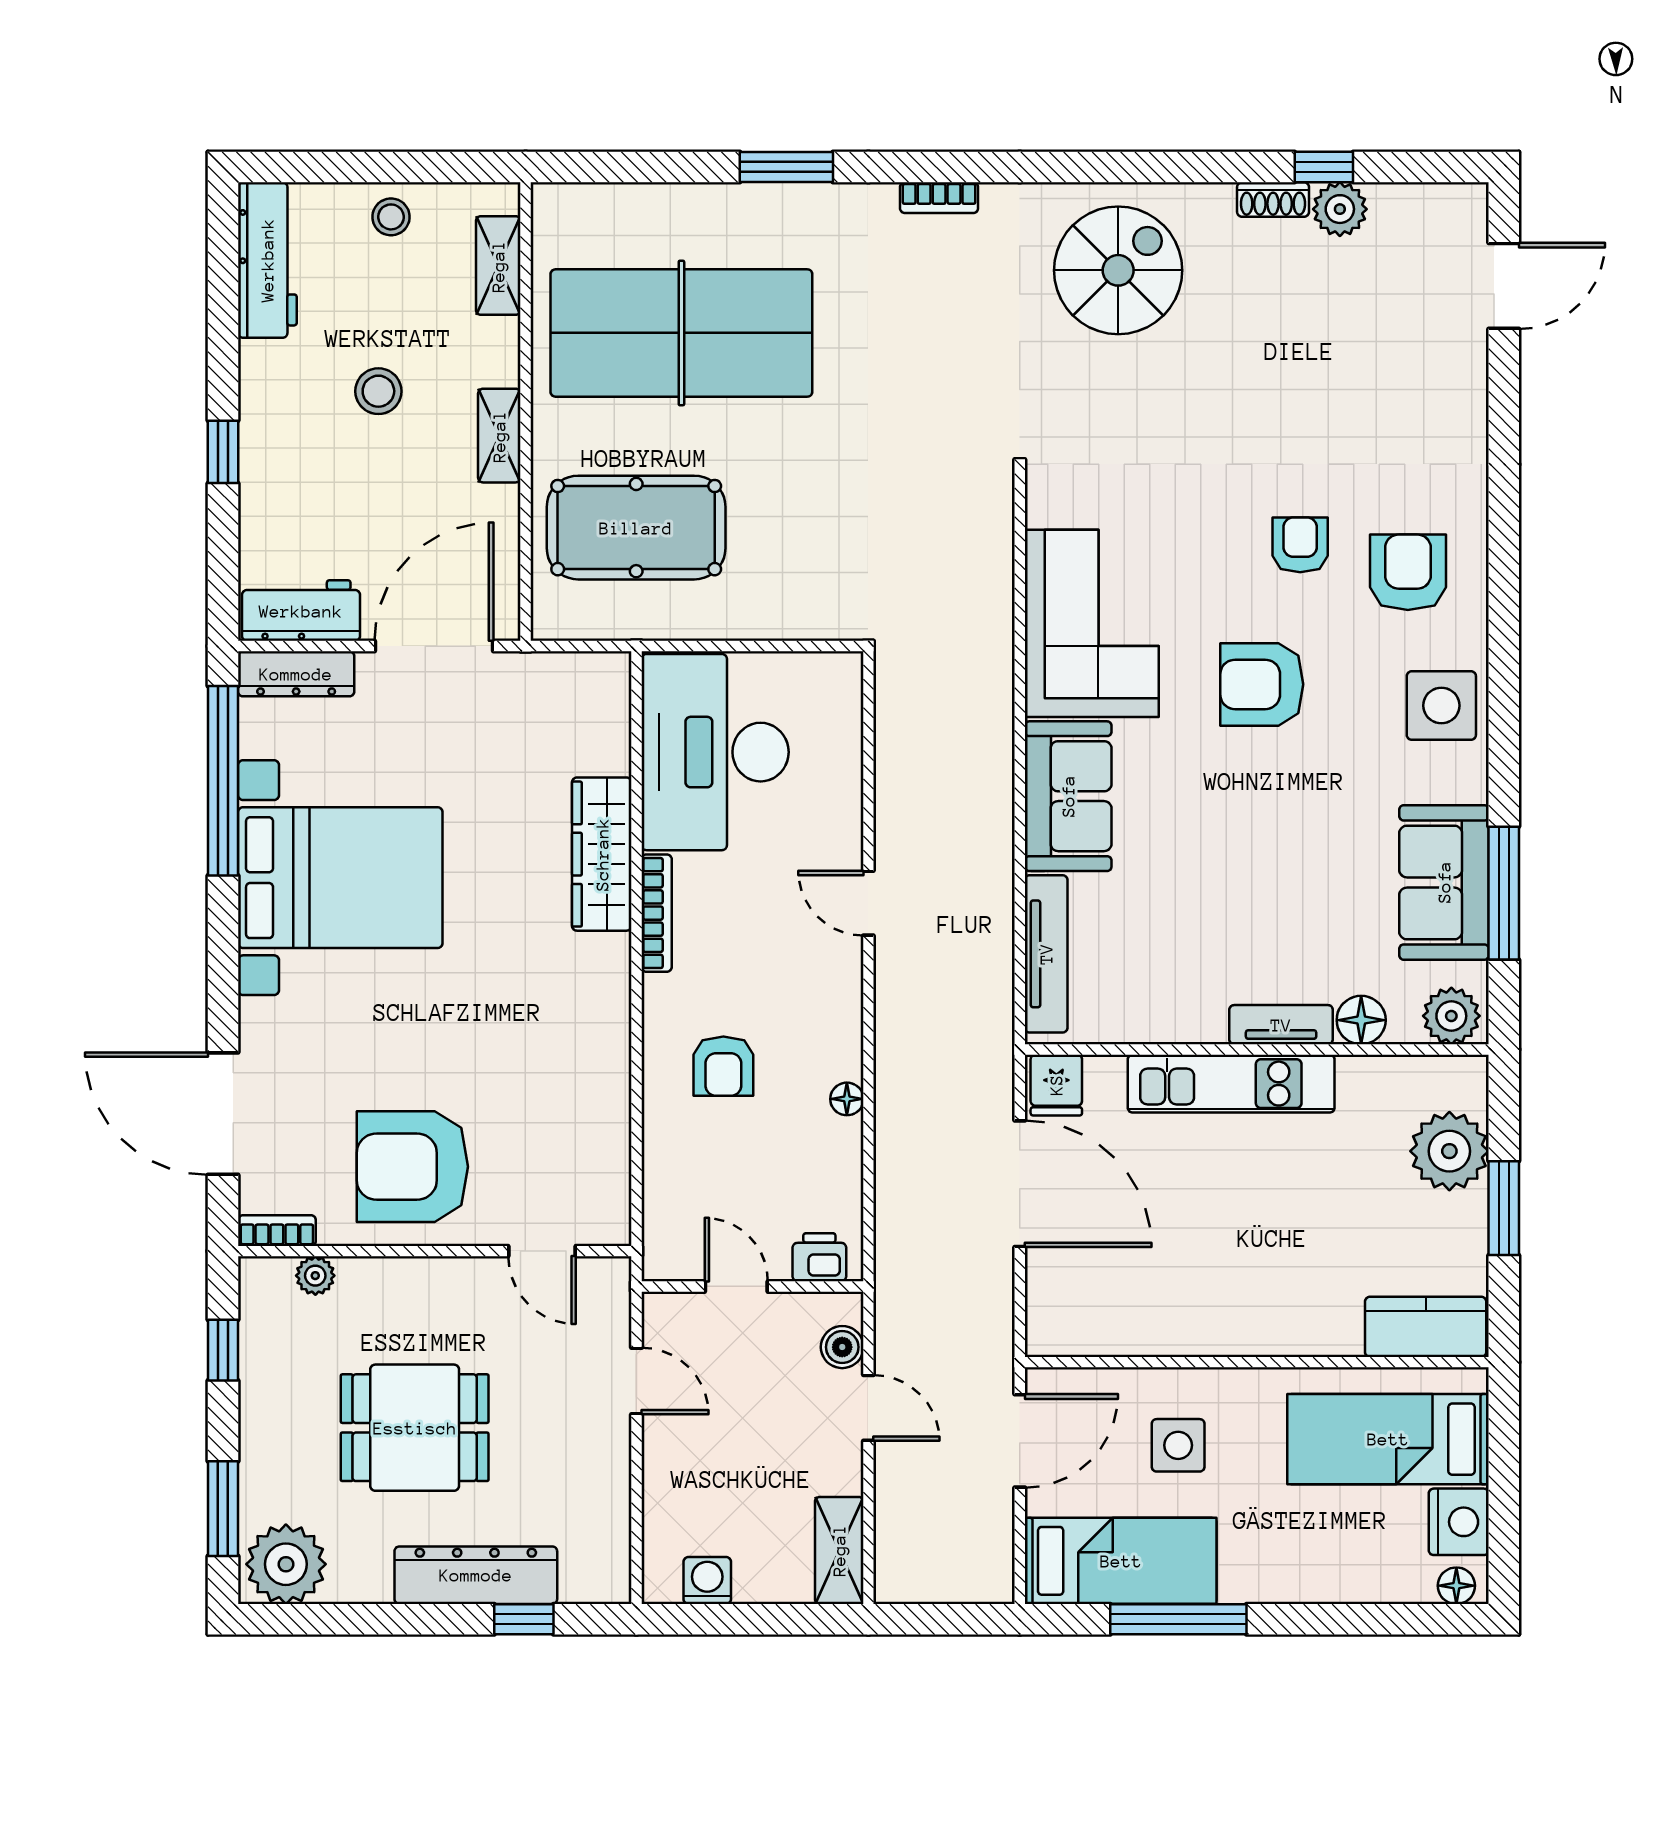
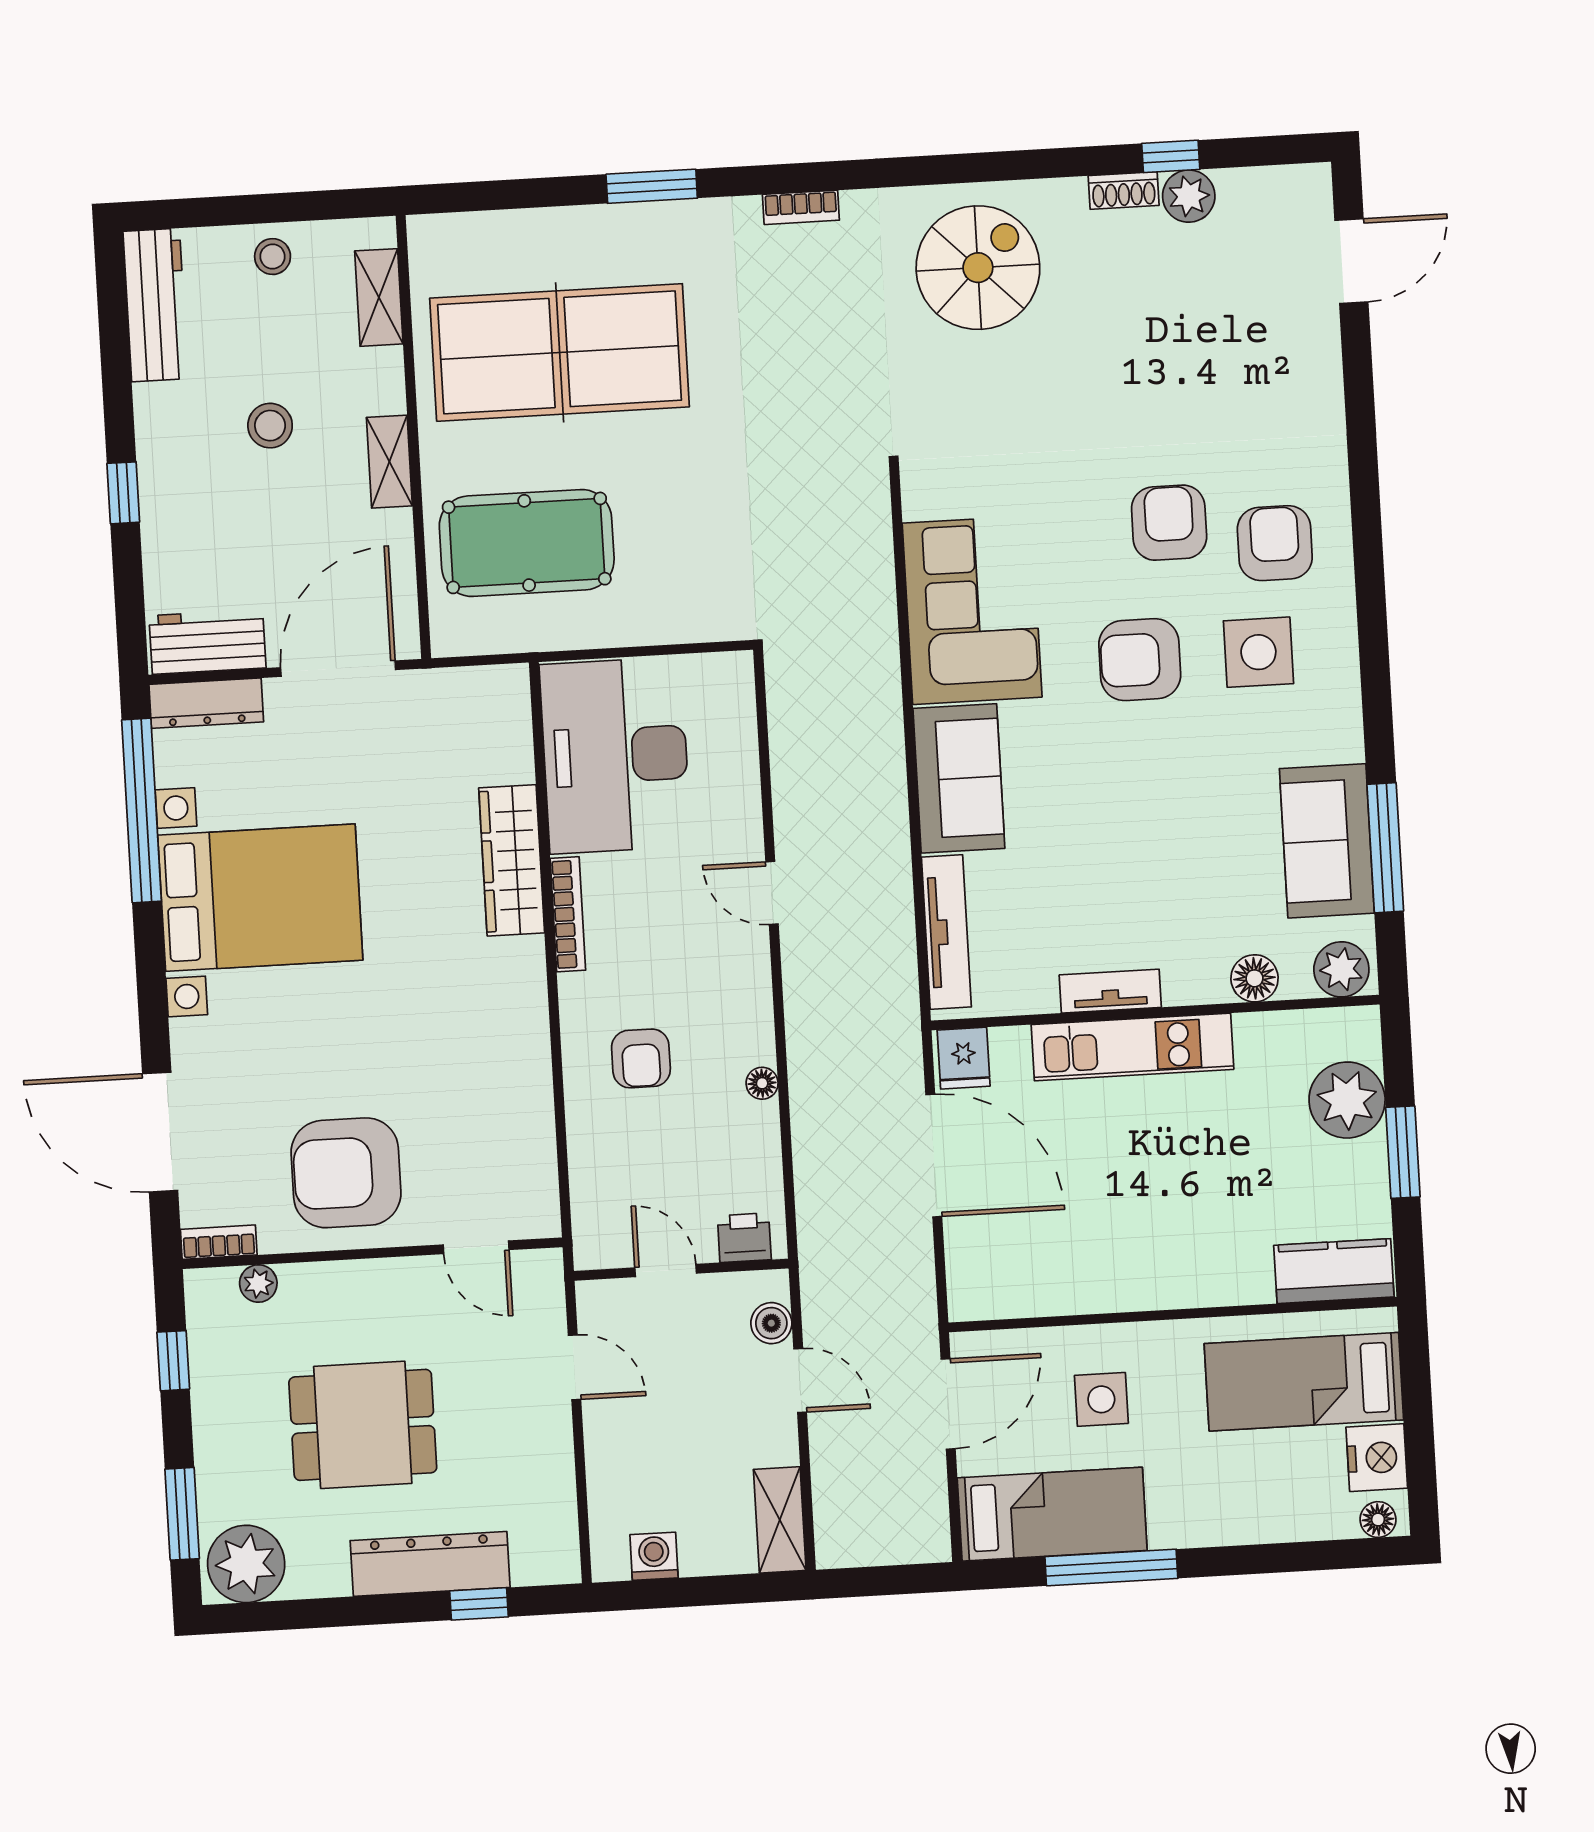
armchair: (1300, 545) -> (1169, 523), width x1.38, depth x1.38
side table: (1441, 706) -> (1258, 652), moved
tv unit: (1281, 1025) -> (1110, 991), moved

